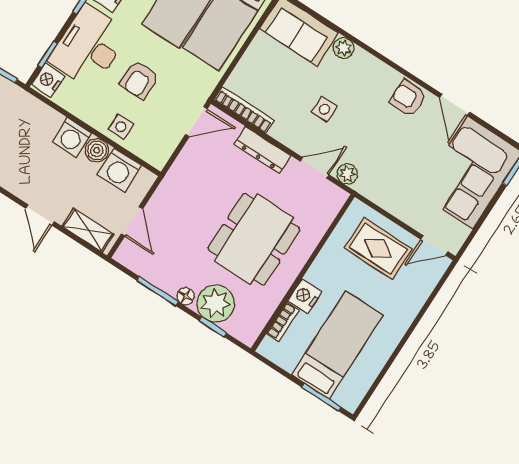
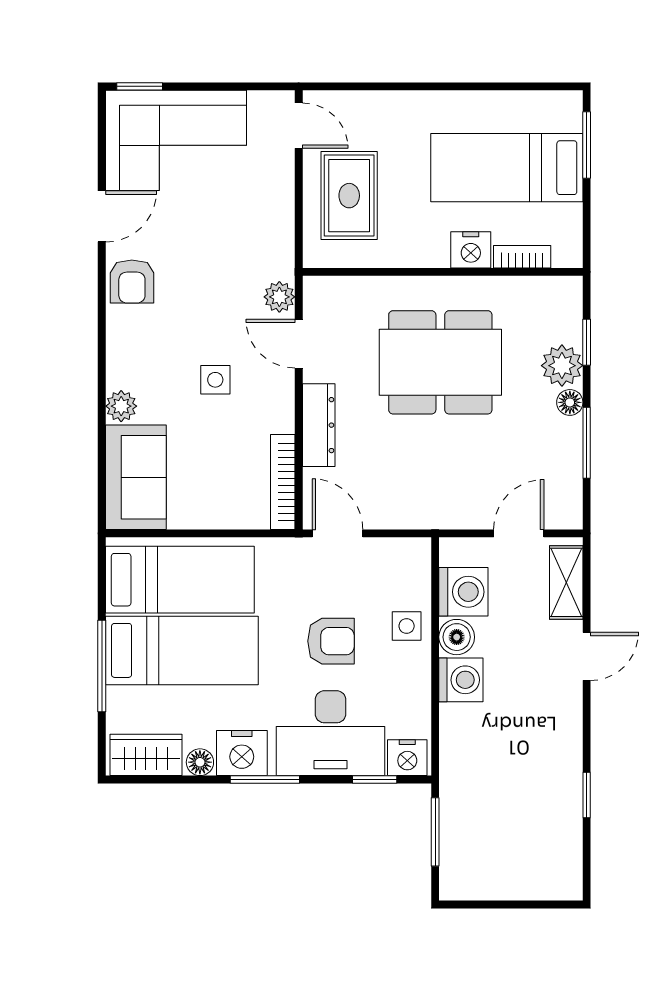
plant: (216, 304) -> (562, 366), width x0.73, depth x0.73

